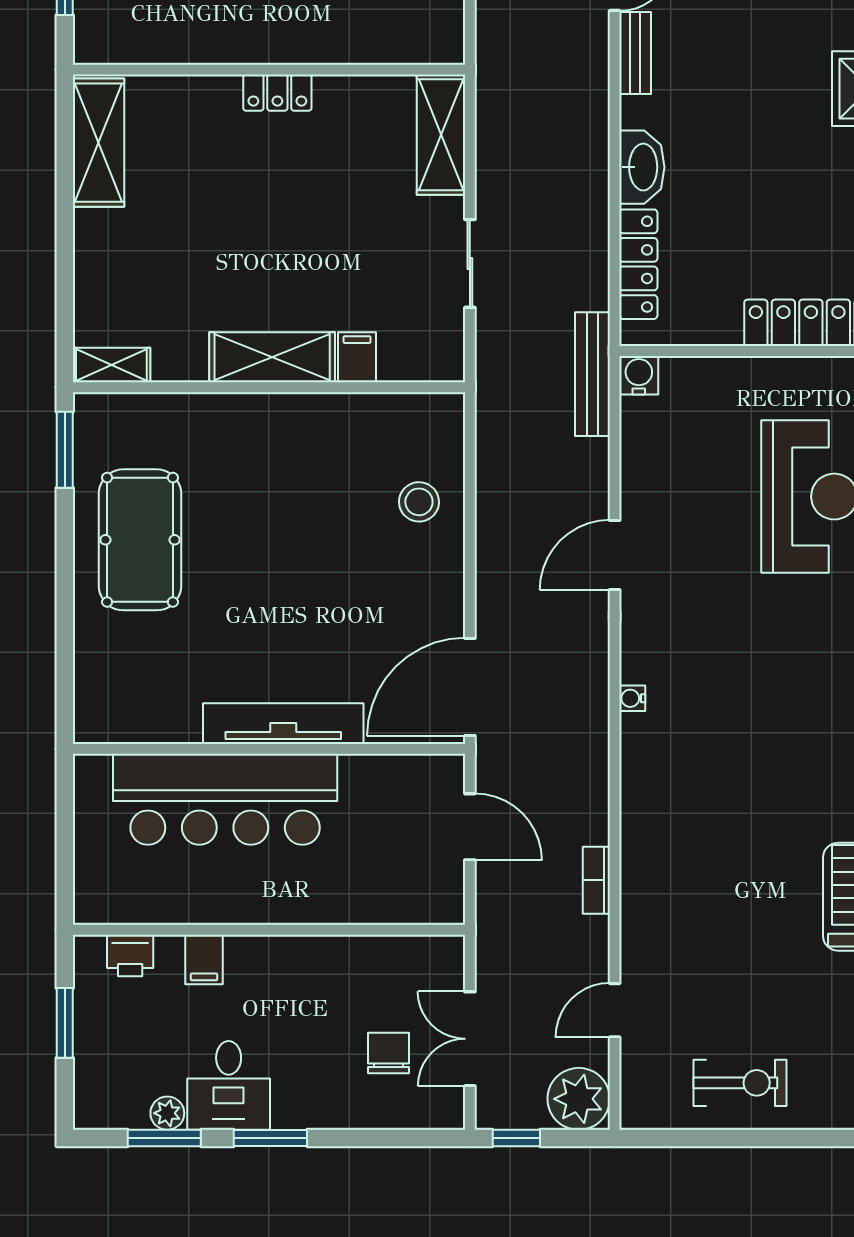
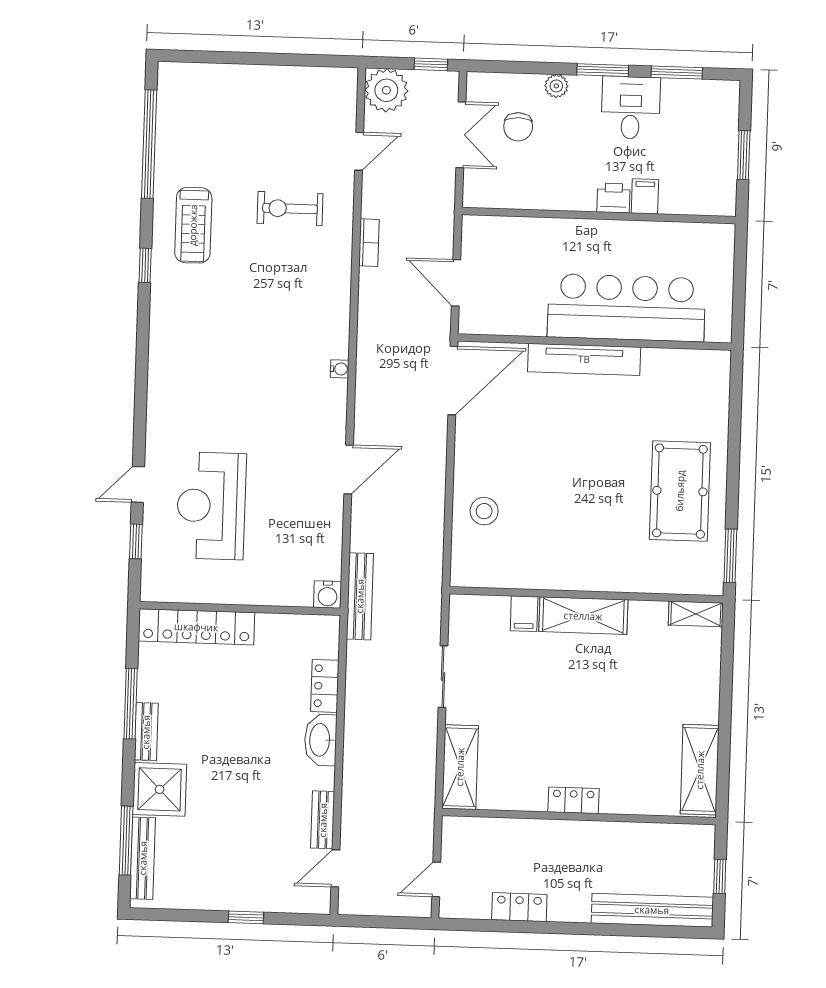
locker: (638, 264) -> (325, 686), width x0.66
printer: (130, 956) -> (613, 198), moved
exercise bike: (740, 1083) -> (290, 209), moved
plant: (167, 1113) -> (556, 86), moved

